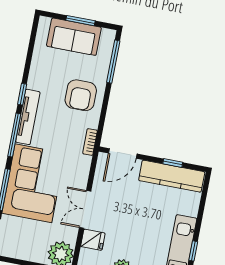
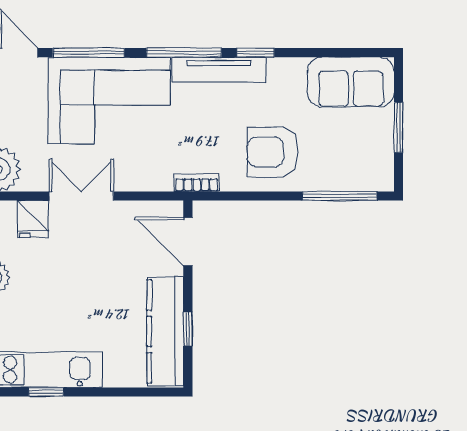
sofa: (74, 37) -> (351, 82), moved, turned -90

